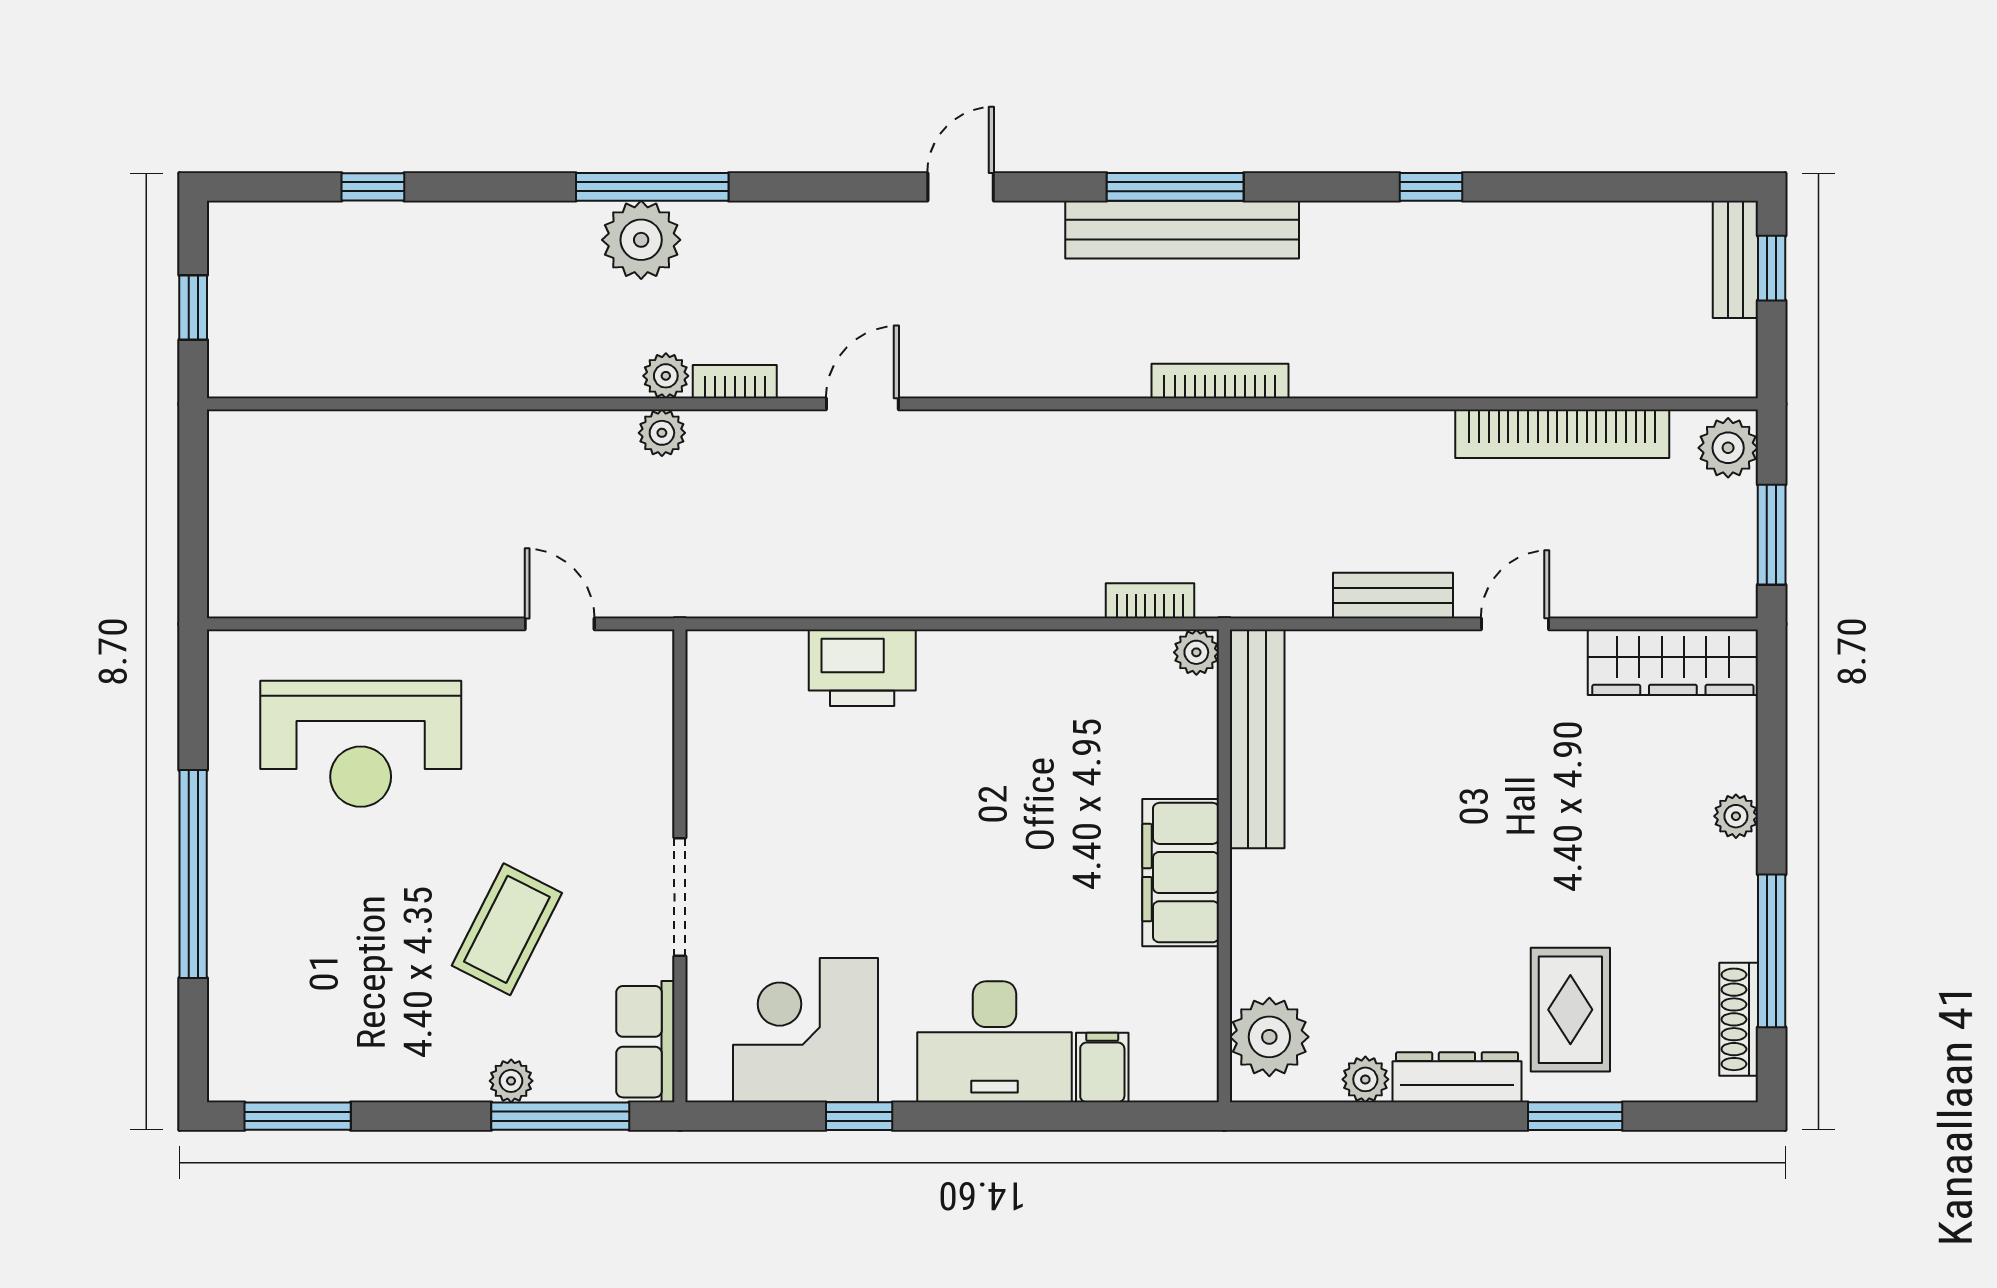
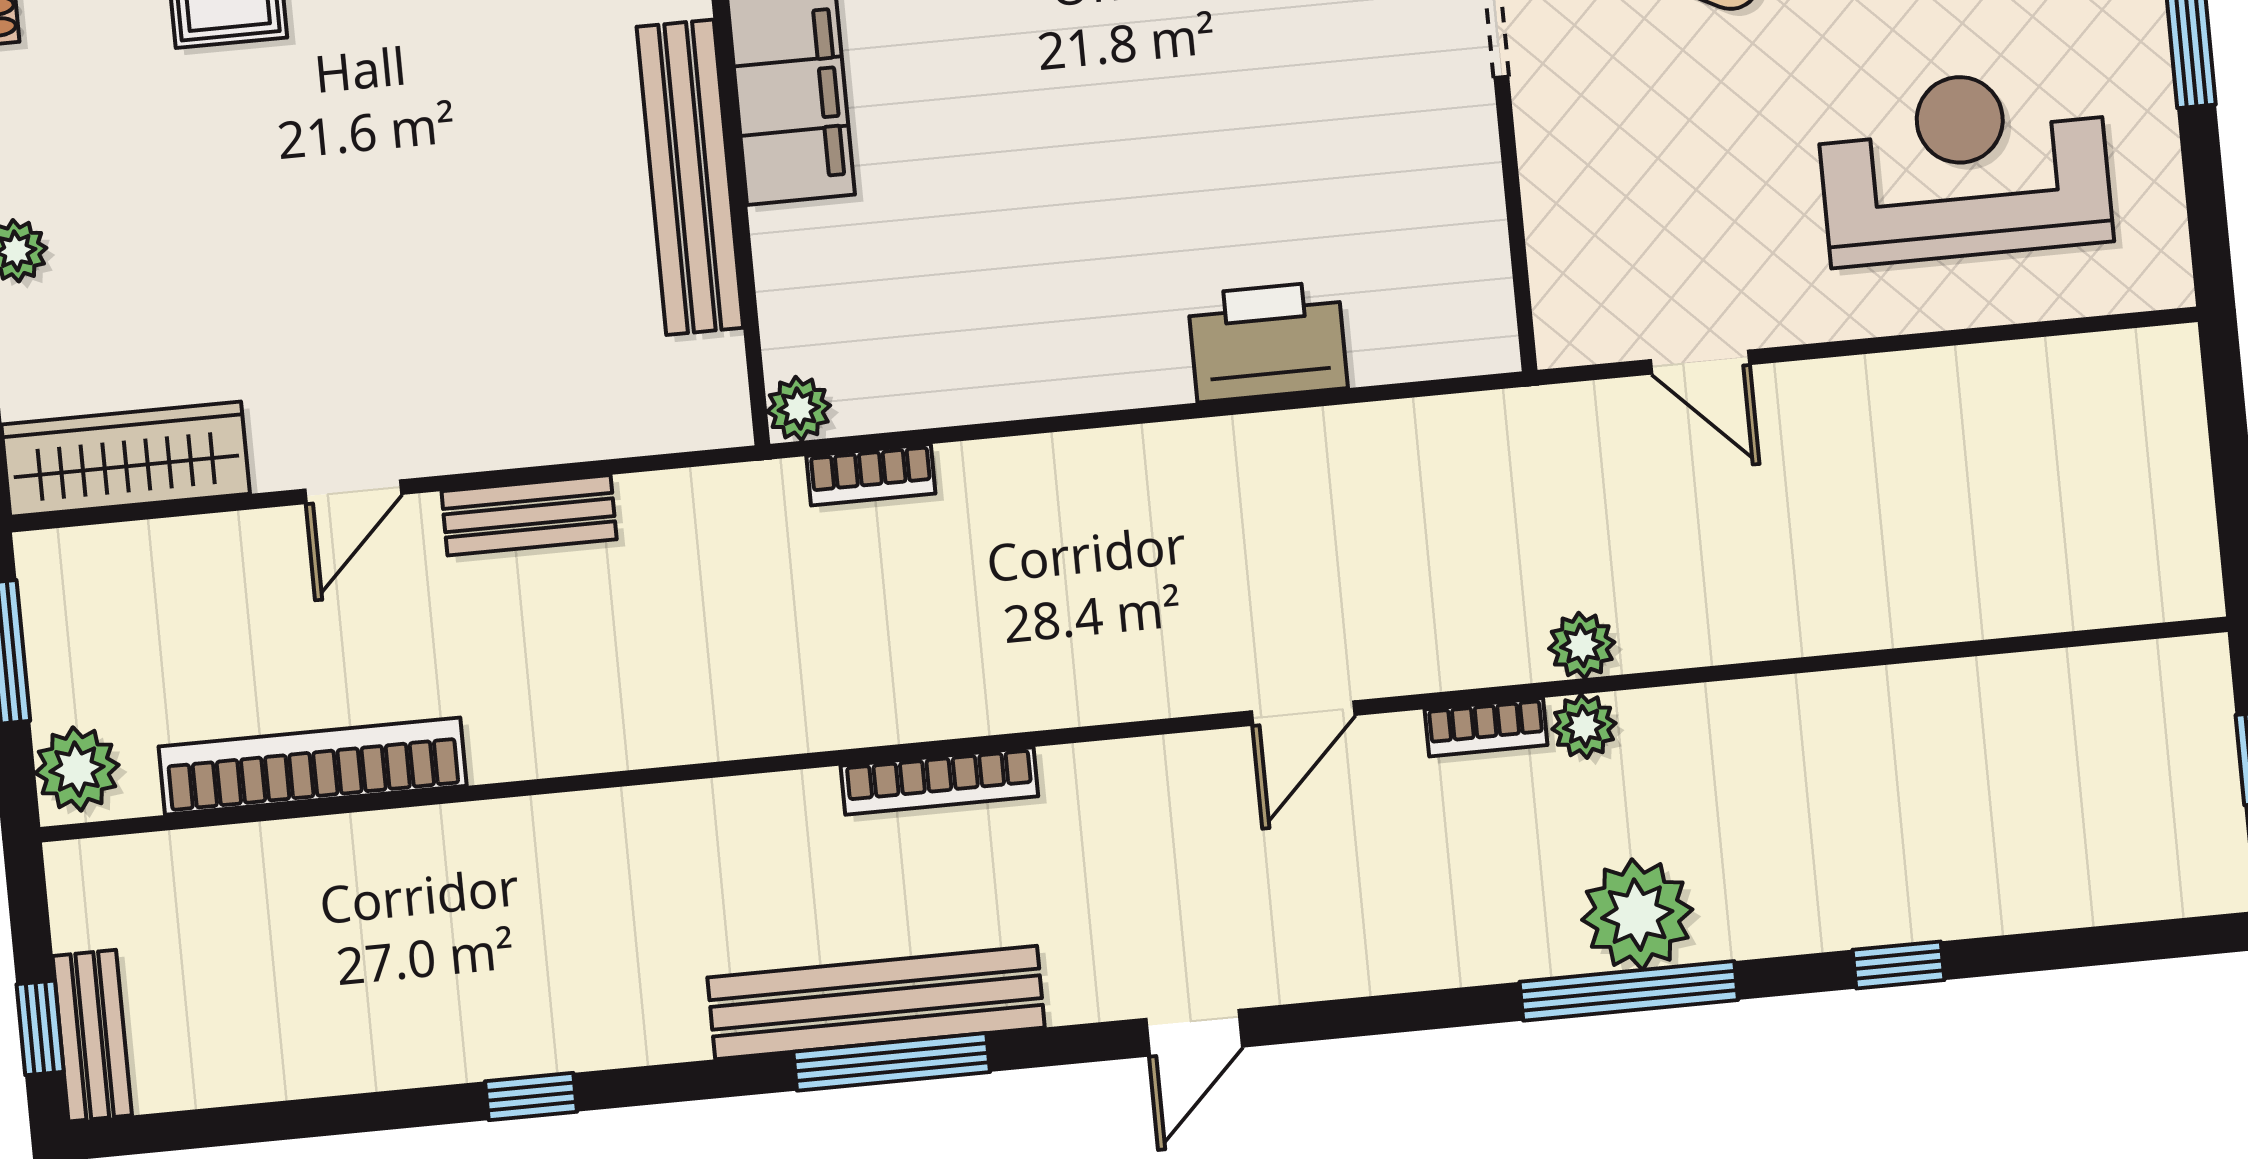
window: (373, 187) -> (1899, 965), moved
bookcase: (1220, 381) -> (939, 781), moved
bench: (1257, 739) -> (690, 177), moved

